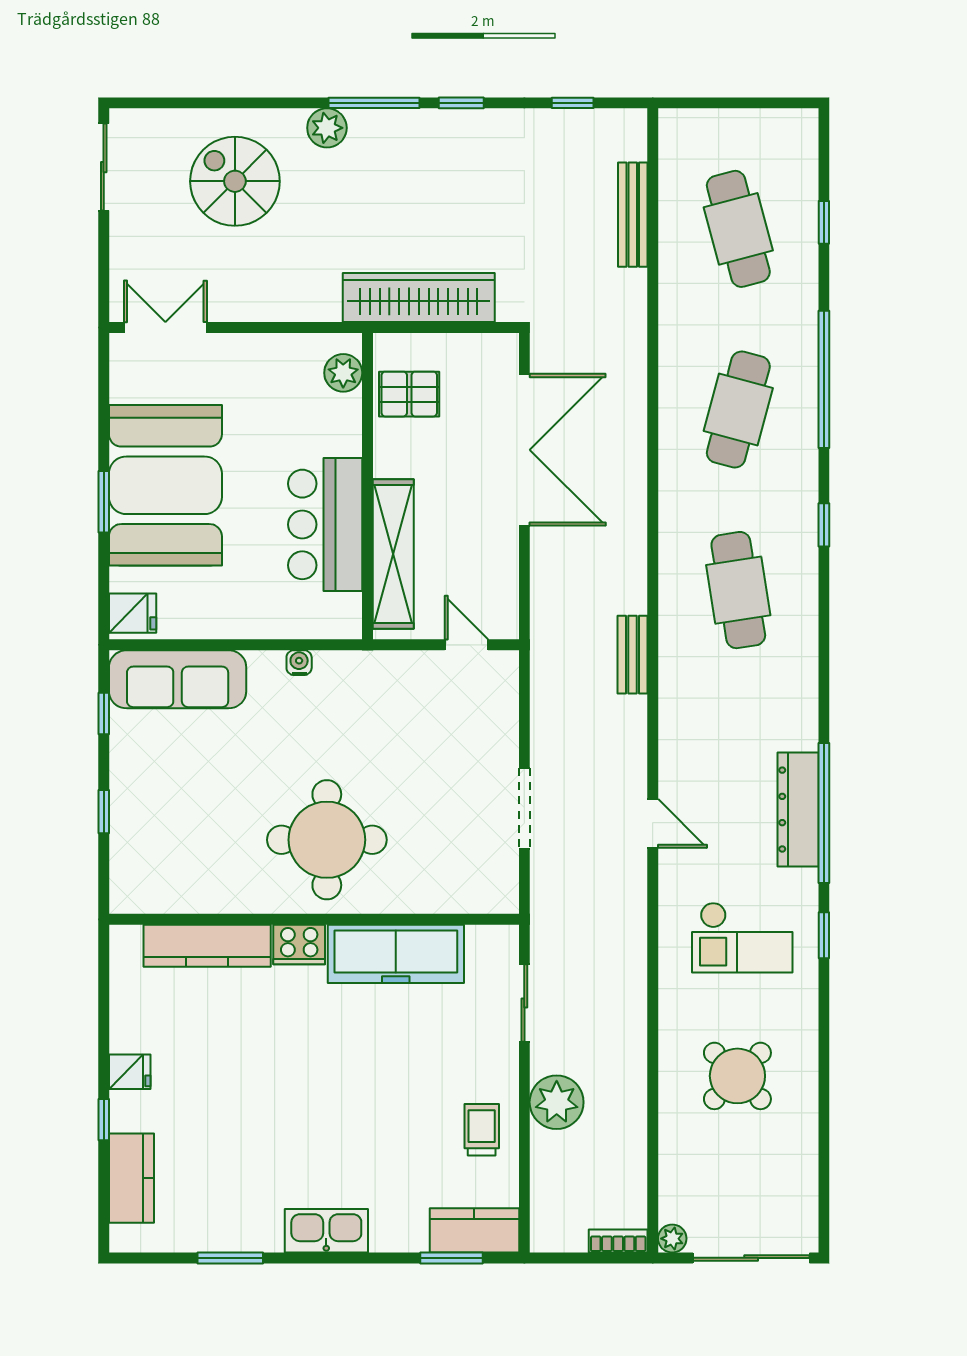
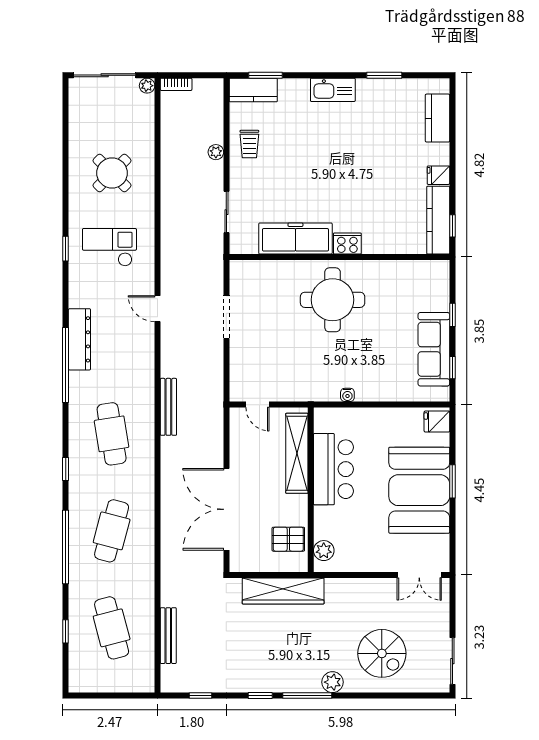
bench: (632, 655) -> (168, 407), width x1.36
sofa: (178, 679) -> (434, 349), moved, turned -90
dresser: (798, 810) -> (79, 339), moved
window: (824, 813) -> (66, 365), moved
kitchen counter: (207, 946) -> (438, 220), moved, turned -90
plant: (557, 1102) -> (216, 152), width x0.53, depth x0.53
window: (104, 1120) -> (452, 226), moved

